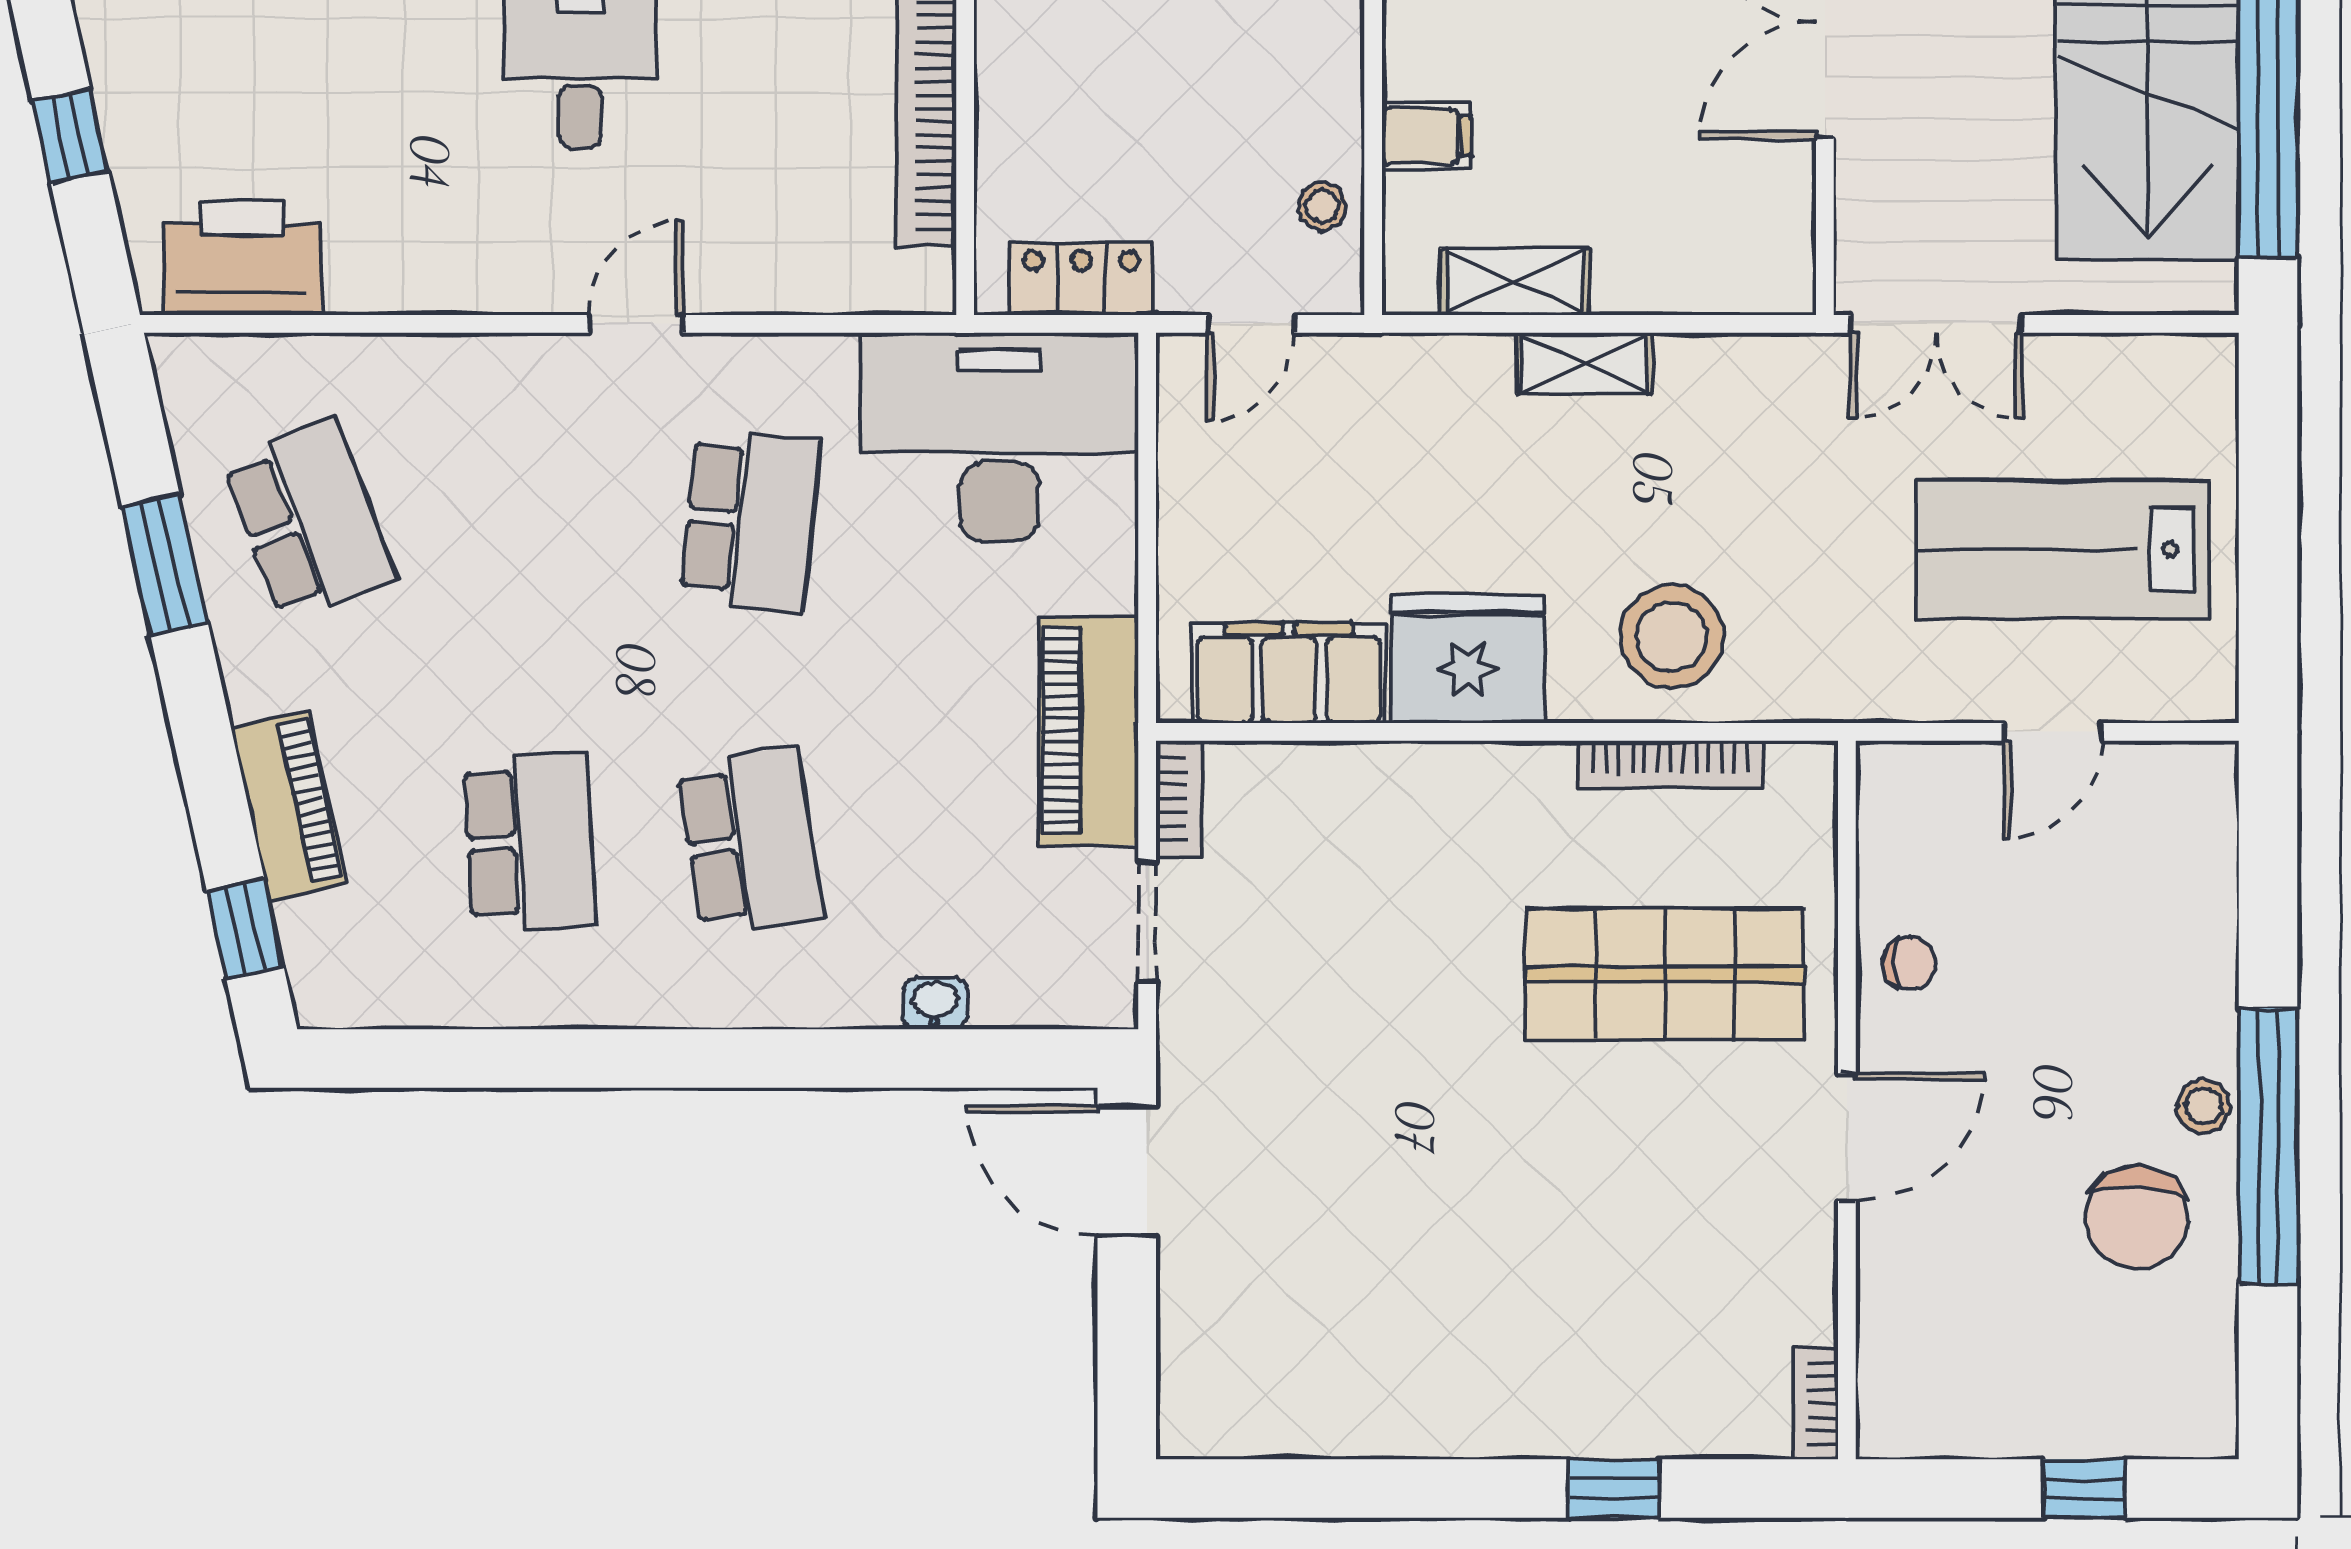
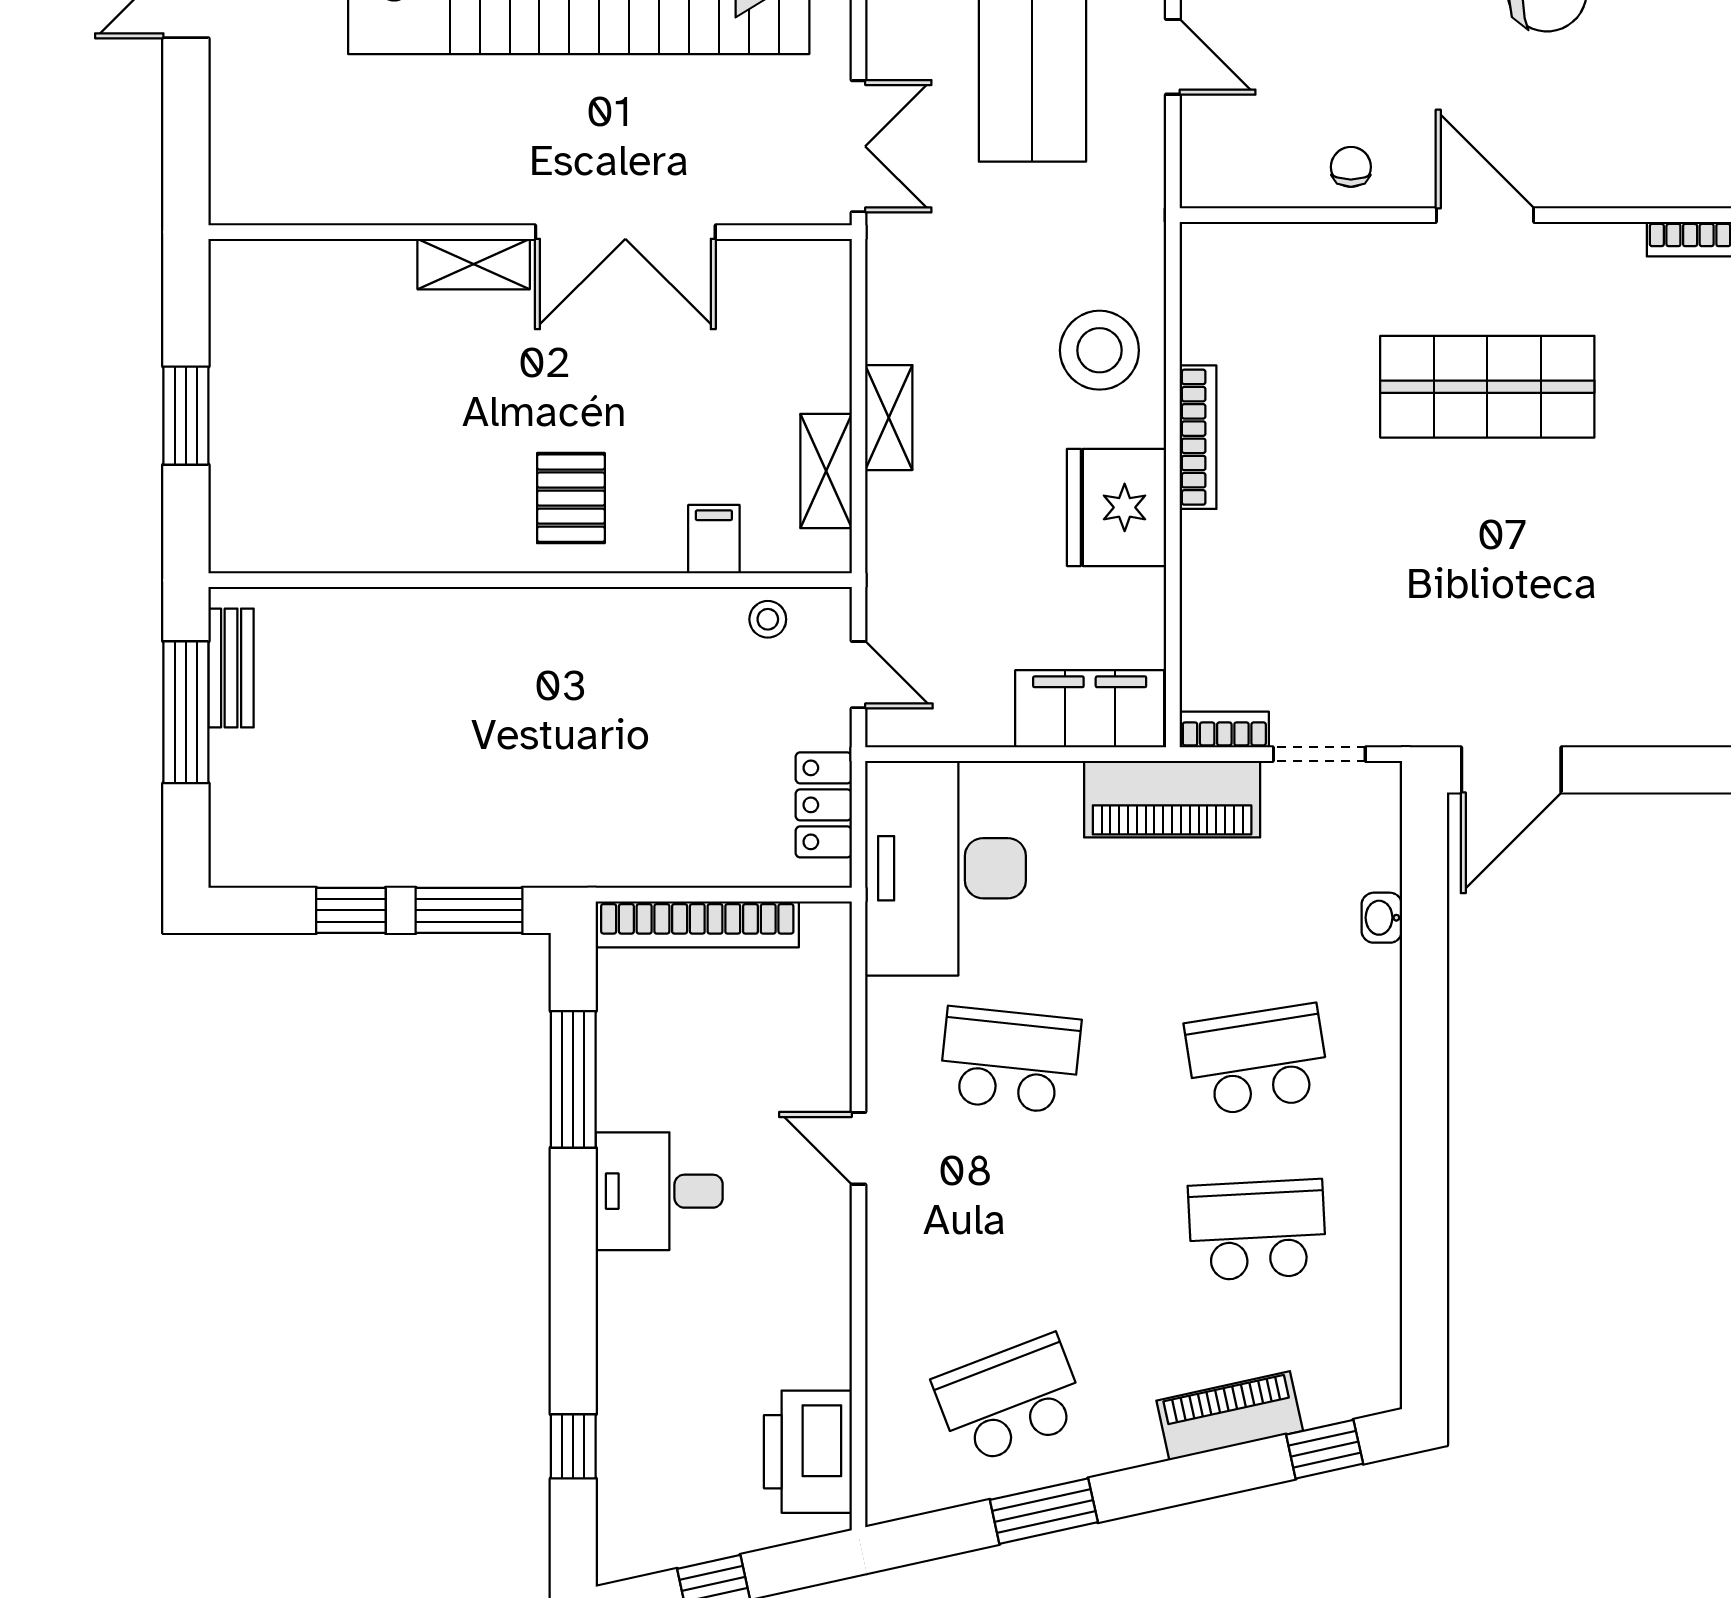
filing cabinet: (1289, 673) -> (1090, 709), moved, turned 90
bookcase: (1671, 765) -> (1198, 437), moved
shop shelf: (1665, 974) -> (1487, 387), moved, turned 90

